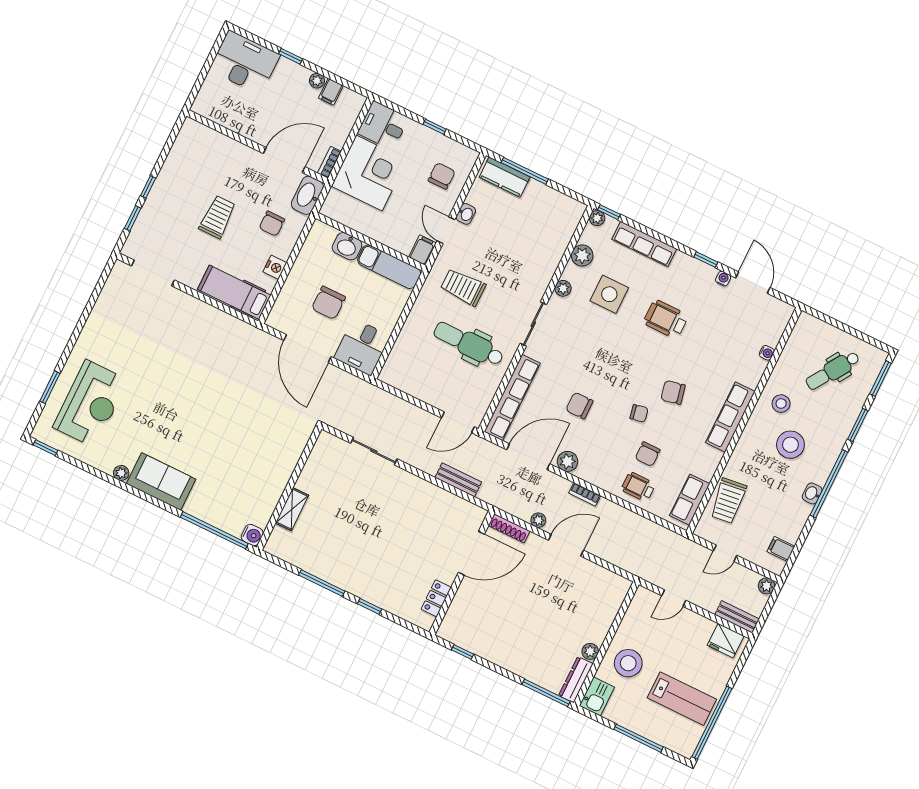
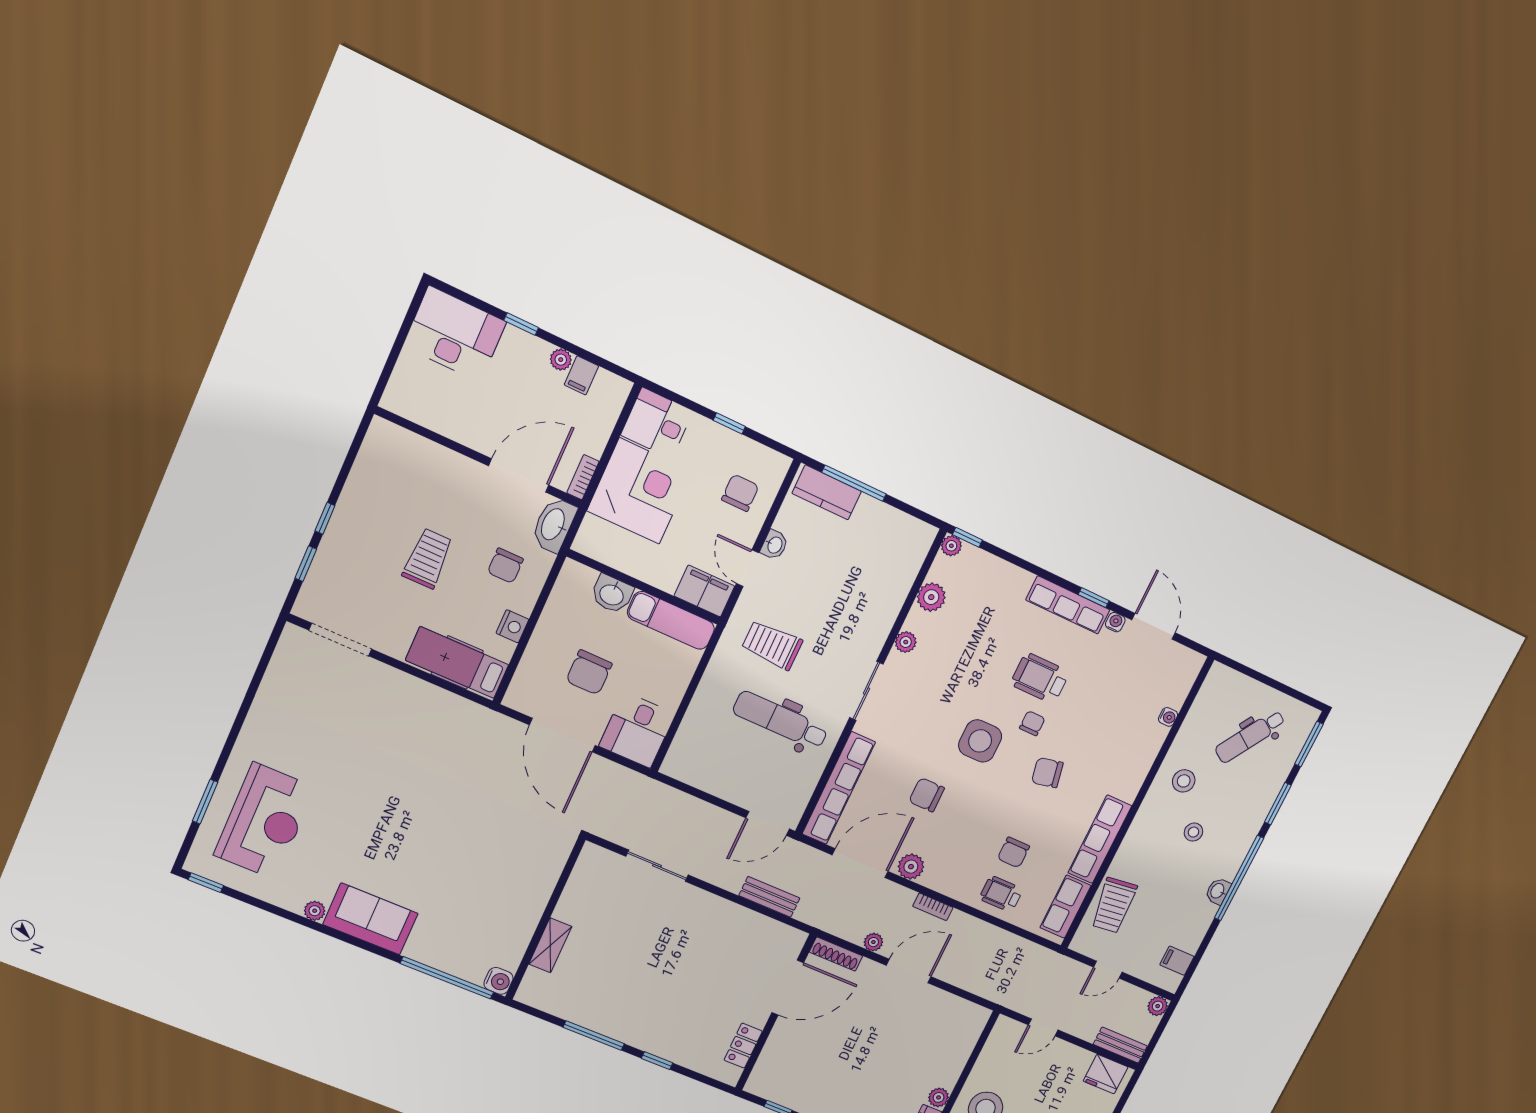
row of seats: (644, 244) -> (1068, 605), moved
filing cabinet: (423, 250) -> (704, 591), width x2.00
side table: (609, 294) -> (980, 741), moved
chair: (639, 413) -> (1032, 723), moved, turned -79
row of seats: (730, 417) -> (1100, 839), moved
stool: (790, 445) -> (1193, 832), width x0.53, depth x0.53

